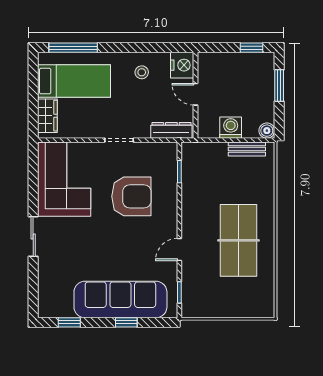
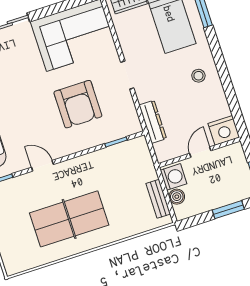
nightstand: (182, 65) -> (224, 130), moved
door: (196, 94) -> (200, 152), moved
wall: (196, 95) -> (199, 152), moved
boiler: (267, 131) -> (177, 197), moved

